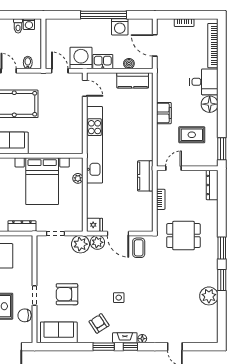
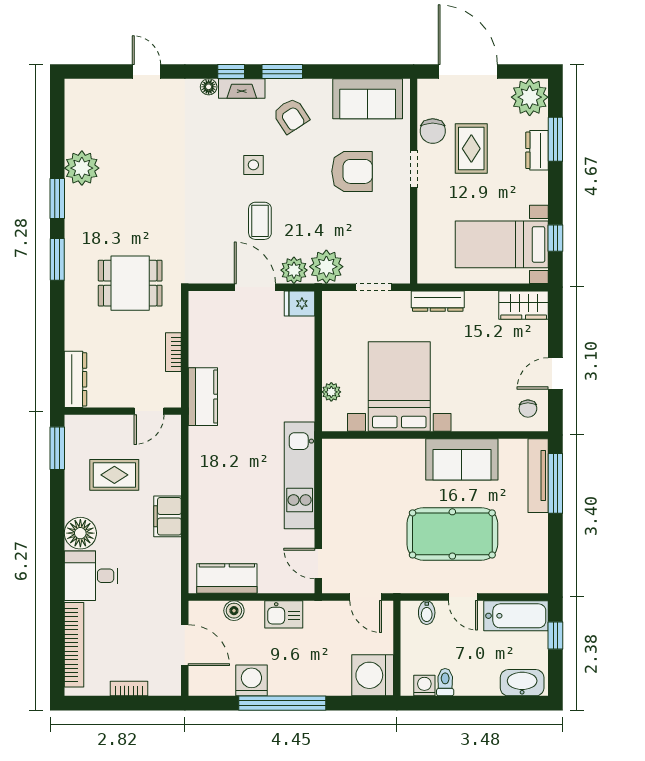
washing machine: (81, 58) -> (373, 675), moved, turned 90
kitchen unit: (94, 145) -> (300, 475), width x0.73
coffee table: (139, 248) -> (260, 221), moved
chair: (25, 315) -> (433, 131), turned 90

